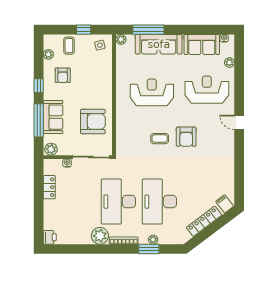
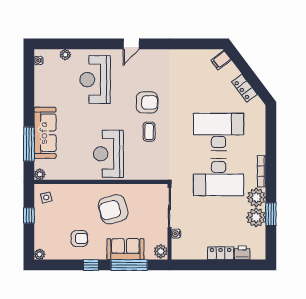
sofa: (202, 44) -> (45, 85), removed
coffee table: (69, 46) -> (47, 232), removed
plant: (48, 54) -> (40, 254), moved
reception desk: (152, 92) -> (108, 154), moved
armchair: (93, 122) -> (113, 209), moved, turned -105
locker: (49, 187) -> (221, 253), moved
desk: (159, 202) -> (219, 132), turned 180
locker: (204, 221) -> (244, 88), width x0.66
printer: (50, 237) -> (242, 253), moved
plant: (153, 240) -> (256, 217), moved, width x1.88, depth x1.88
window: (149, 249) -> (271, 214), moved

